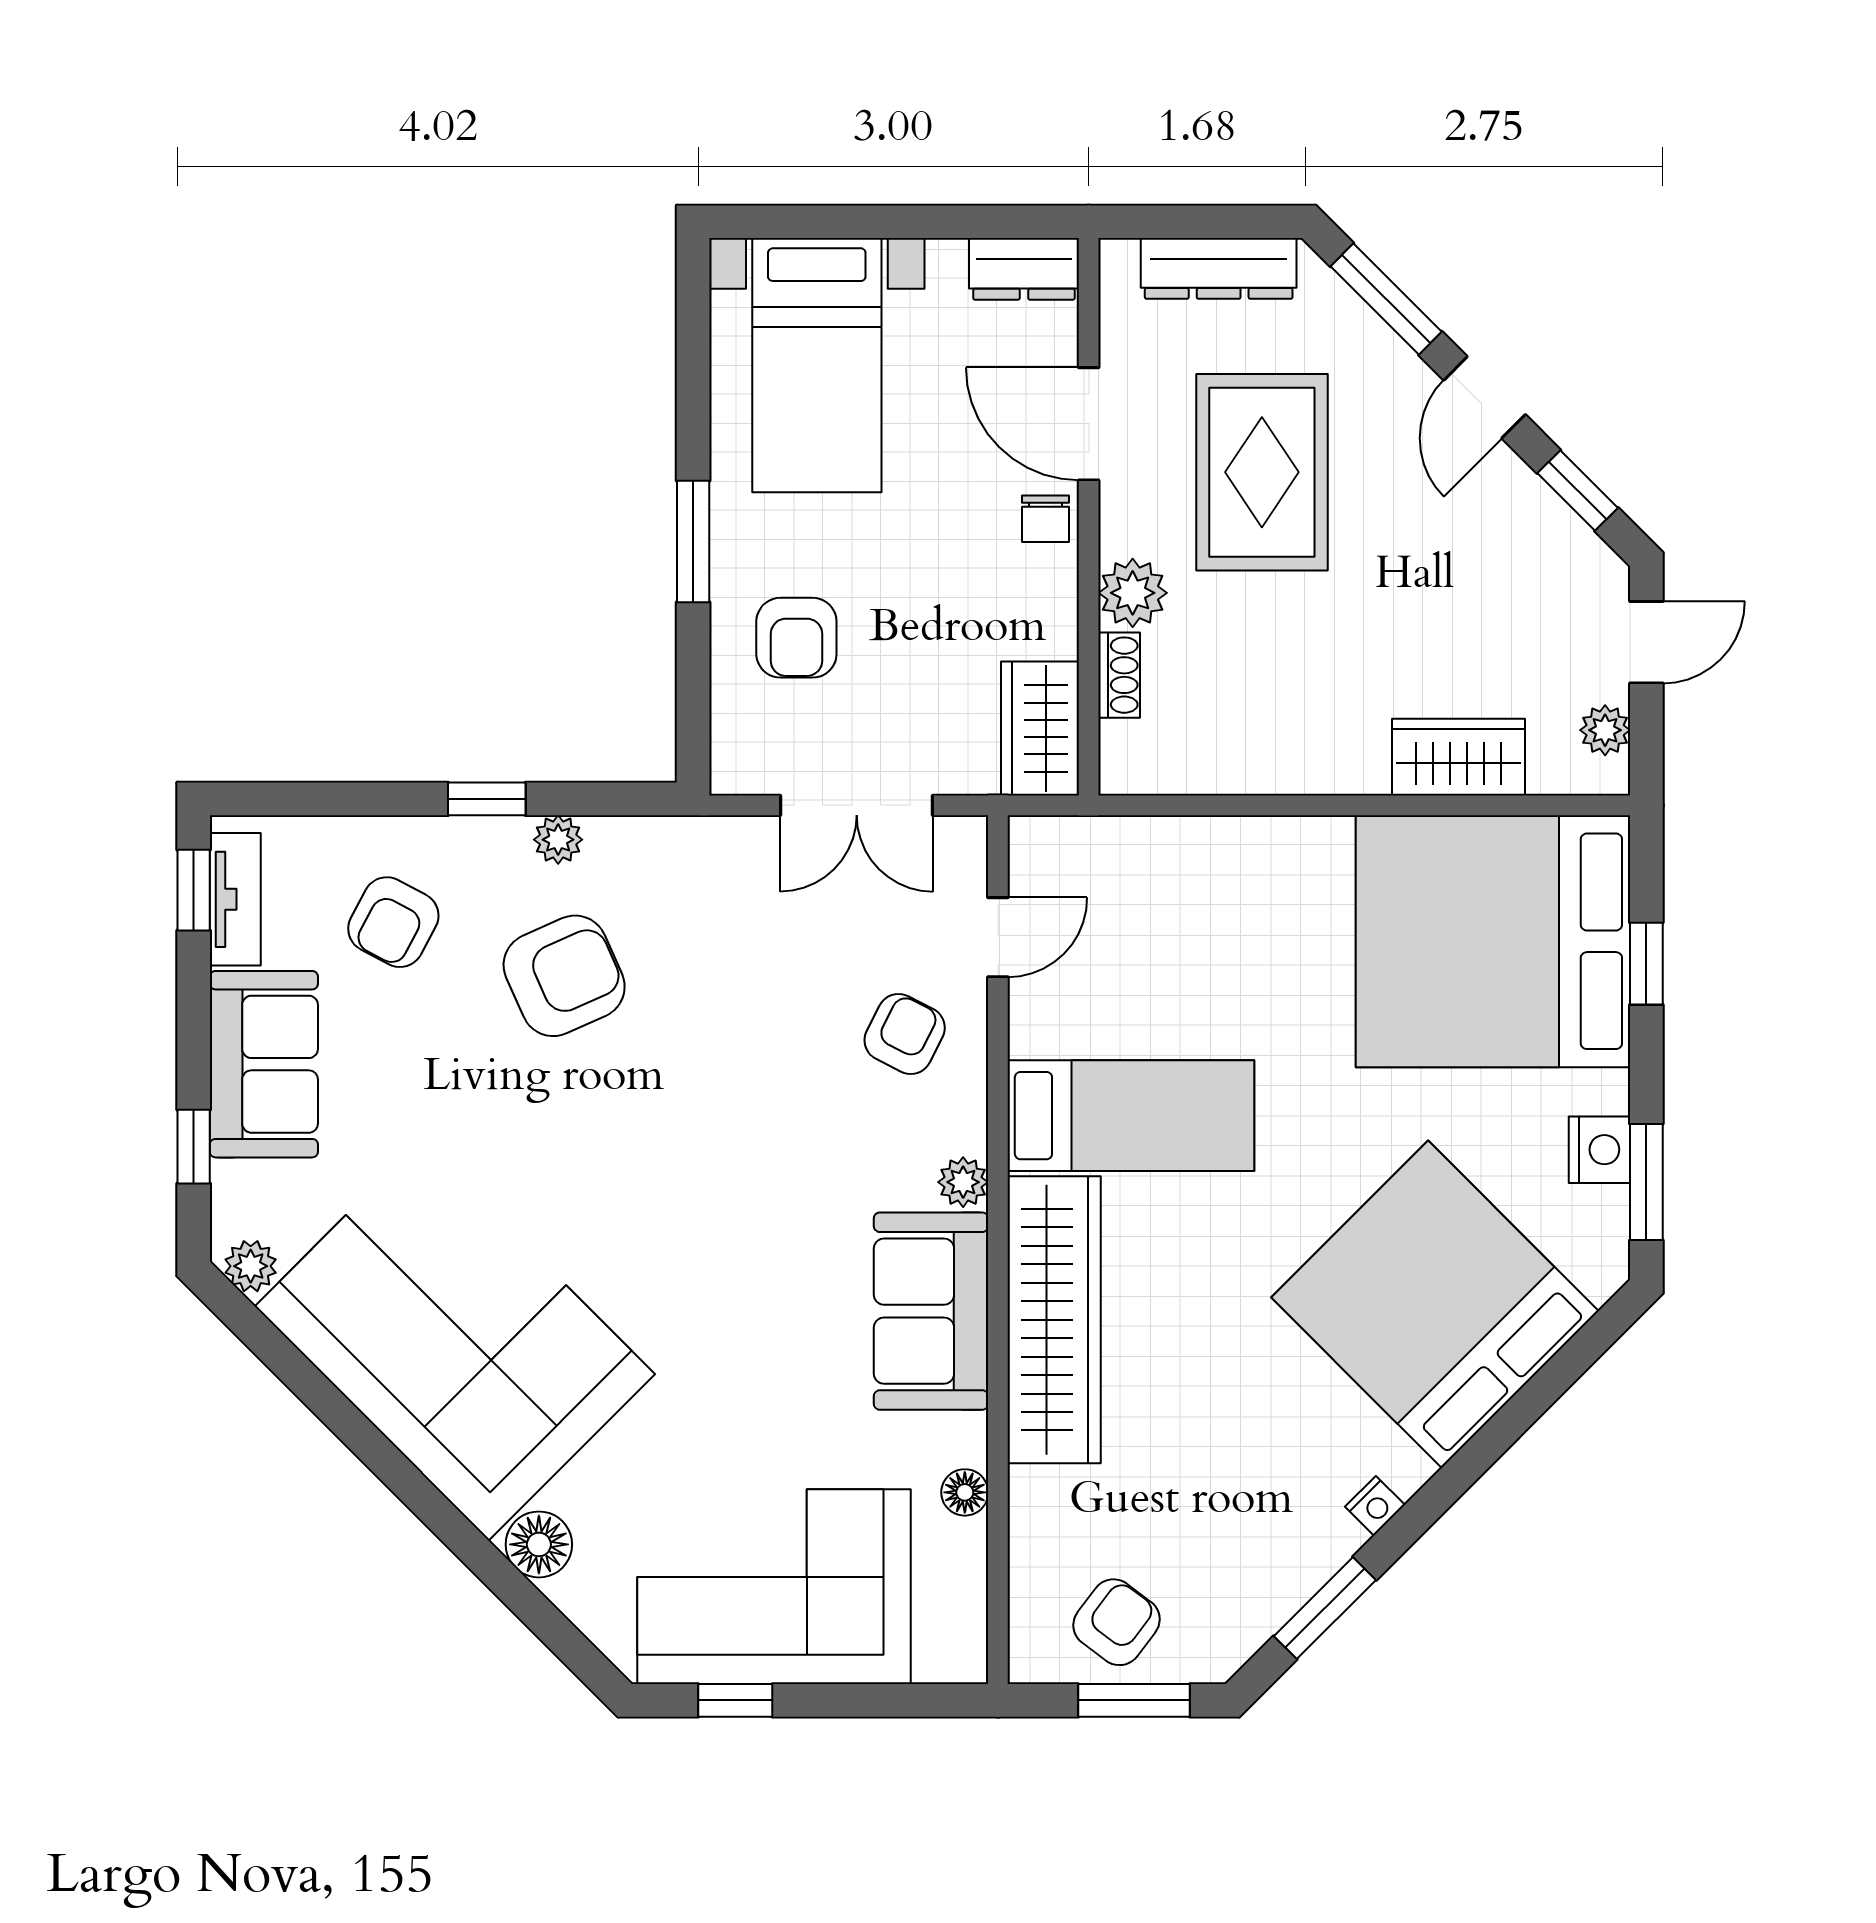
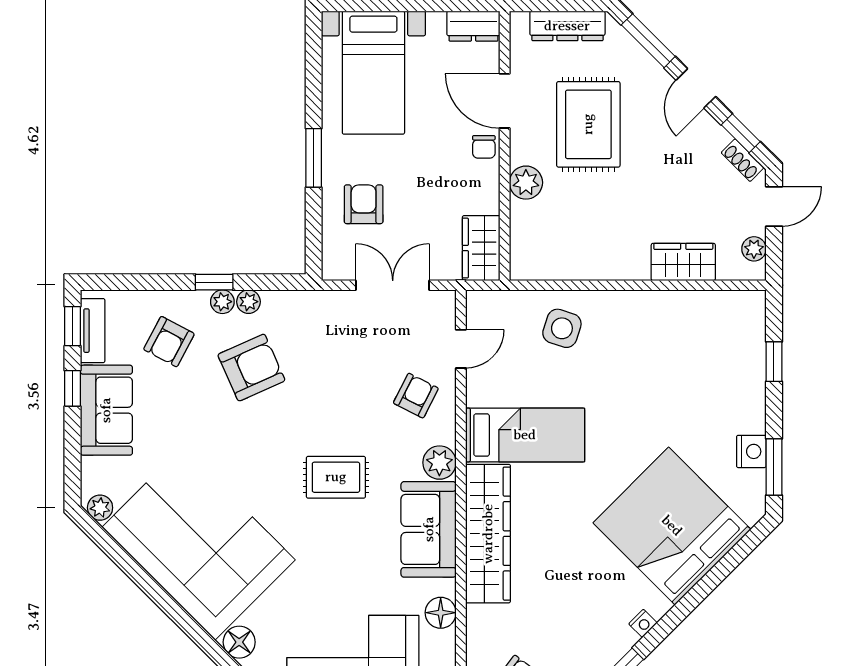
armchair: (796, 638) -> (364, 204), turned 180
shoe rack: (1119, 675) -> (743, 160), moved, turned 135
double door: (857, 805) -> (393, 285), swing flipped
plant: (504, 840) -> (222, 302), added
side table: (1207, 895) -> (562, 328), added
bed: (1493, 941) -> (700, 351), removed
window: (194, 1147) -> (73, 388), moved
plant: (963, 1182) -> (439, 463), width x1.38, depth x1.38
rug: (739, 1203) -> (336, 477), added
floor lamp: (965, 1492) -> (441, 613), width x1.37, depth x1.37

